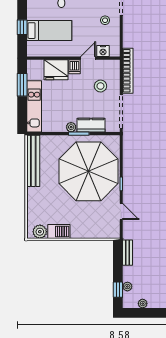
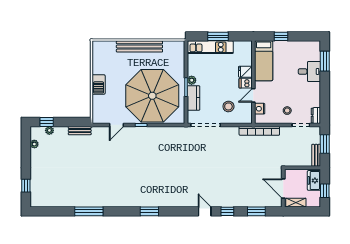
bed: (49, 31) -> (264, 61), moved
door: (88, 58) -> (253, 95), swing flipped
fridge: (56, 70) -> (245, 72), width x0.53, depth x0.75
bookcase: (128, 71) -> (259, 131), moved
window: (22, 85) -> (218, 36), moved
bench: (33, 161) -> (139, 46), moved
plant: (40, 232) -> (98, 52), removed
barbecue: (59, 232) -> (99, 84), moved

